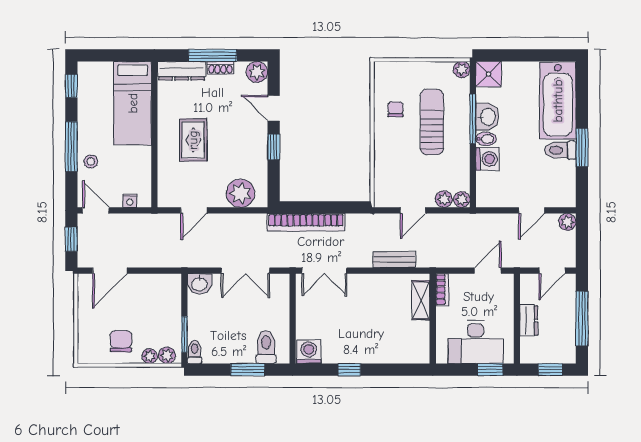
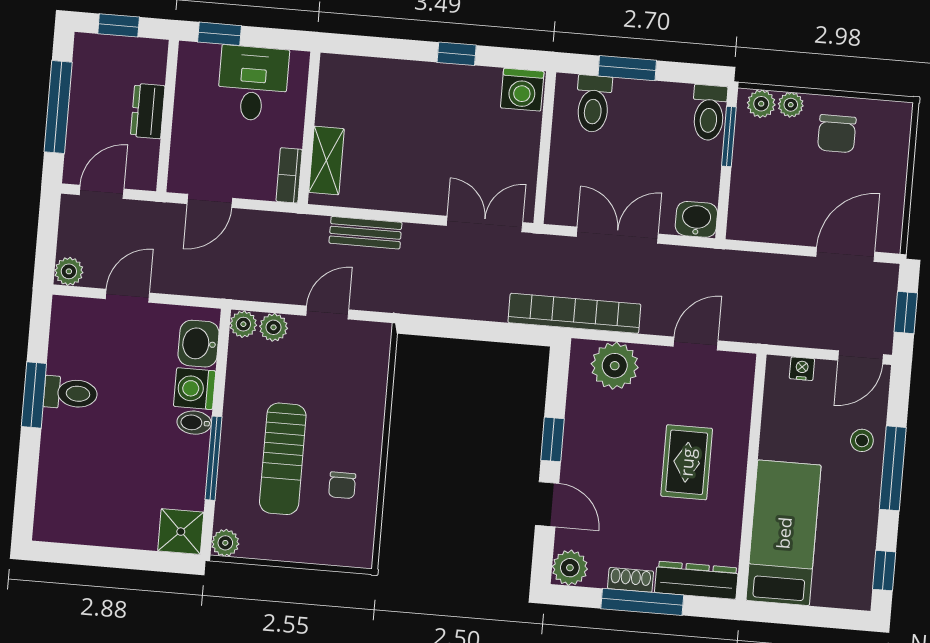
bathtub: (558, 101) -> (68, 477), removed
washbasin: (487, 117) -> (198, 344), moved
door: (96, 210) -> (860, 357), hinge flipped
bookcase: (306, 222) -> (574, 313), moved
desk: (476, 342) -> (253, 83), width x0.73
toilet: (195, 352) -> (709, 113), width x1.37, depth x1.39

